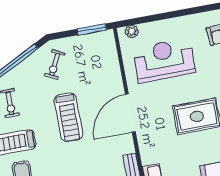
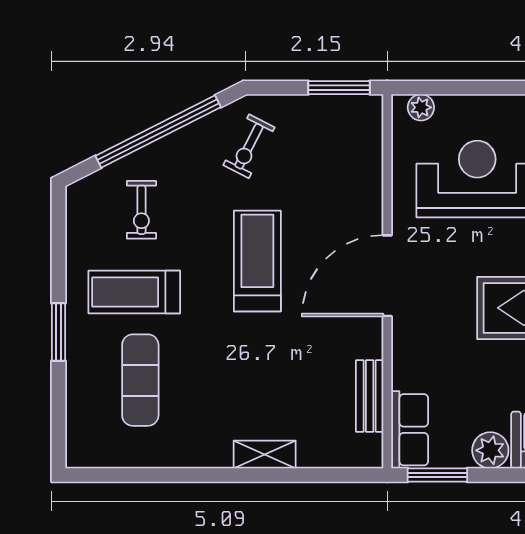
treadmill: (68, 117) -> (257, 261), turned 180

